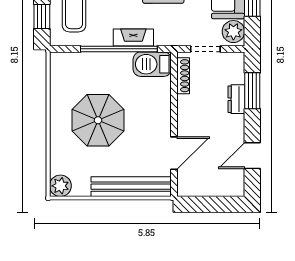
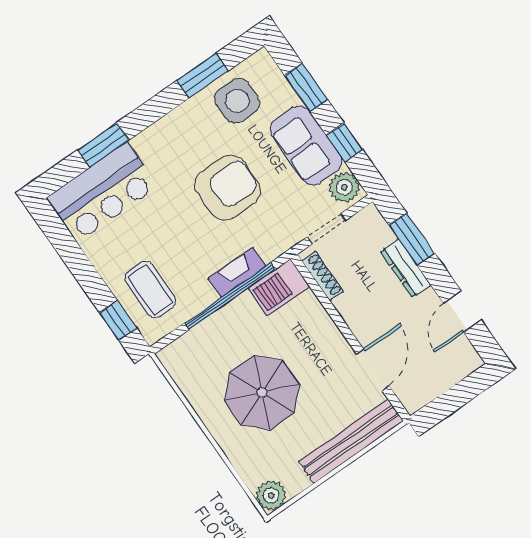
dresser: (236, 99) -> (406, 268), width x1.44

